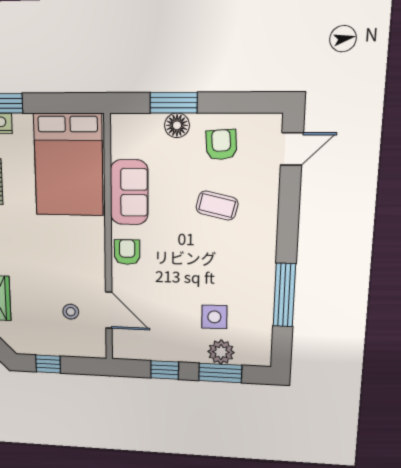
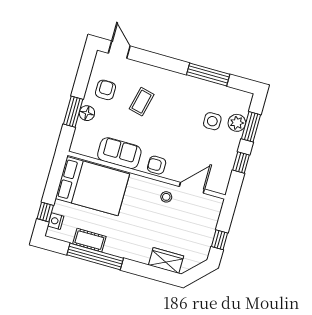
armchair: (221, 145) -> (106, 90), turned 94
stool: (71, 312) -> (166, 197), moved

